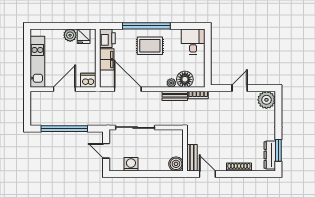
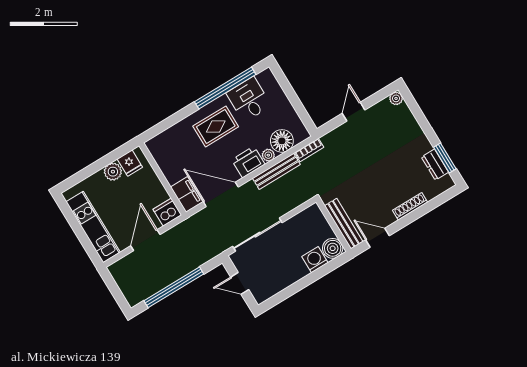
window: (146, 26) -> (225, 88), moved
printer: (107, 38) -> (248, 162), moved, turned -90
desk: (193, 41) -> (249, 99), moved
filing cabinet: (107, 59) -> (187, 194), moved
bench: (175, 96) -> (276, 171), width x1.36
plant: (266, 100) -> (396, 98), width x0.53, depth x0.53
dresser: (270, 155) -> (435, 165), width x0.70
bench: (192, 158) -> (344, 224), width x1.36
washing machine: (131, 164) -> (315, 260), moved

